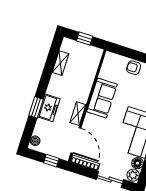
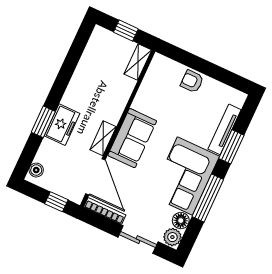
shelving: (61, 63) -> (138, 62), moved
sofa: (102, 98) -> (132, 138), moved

